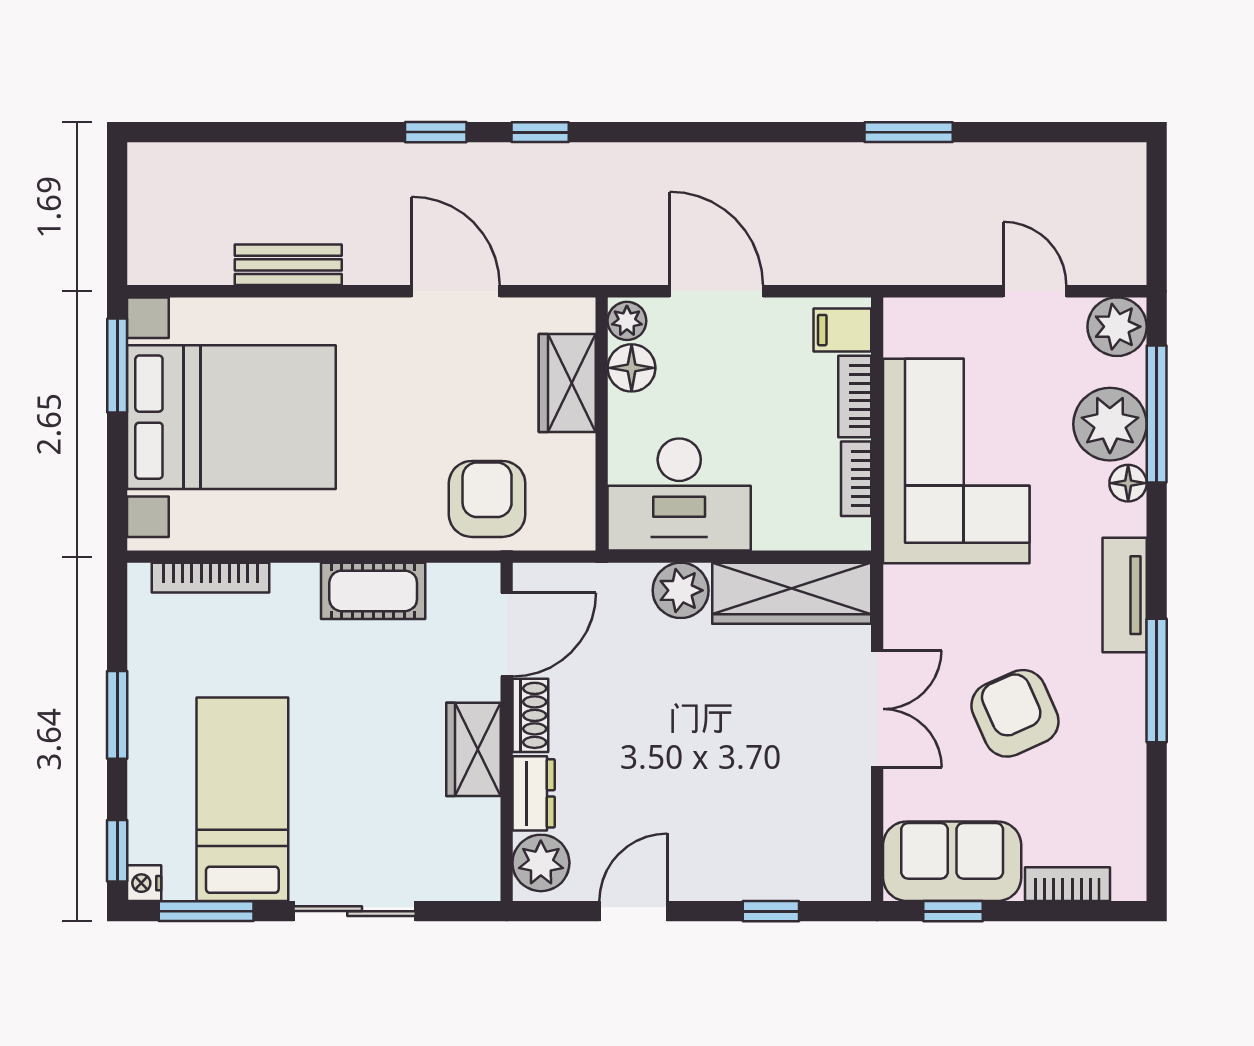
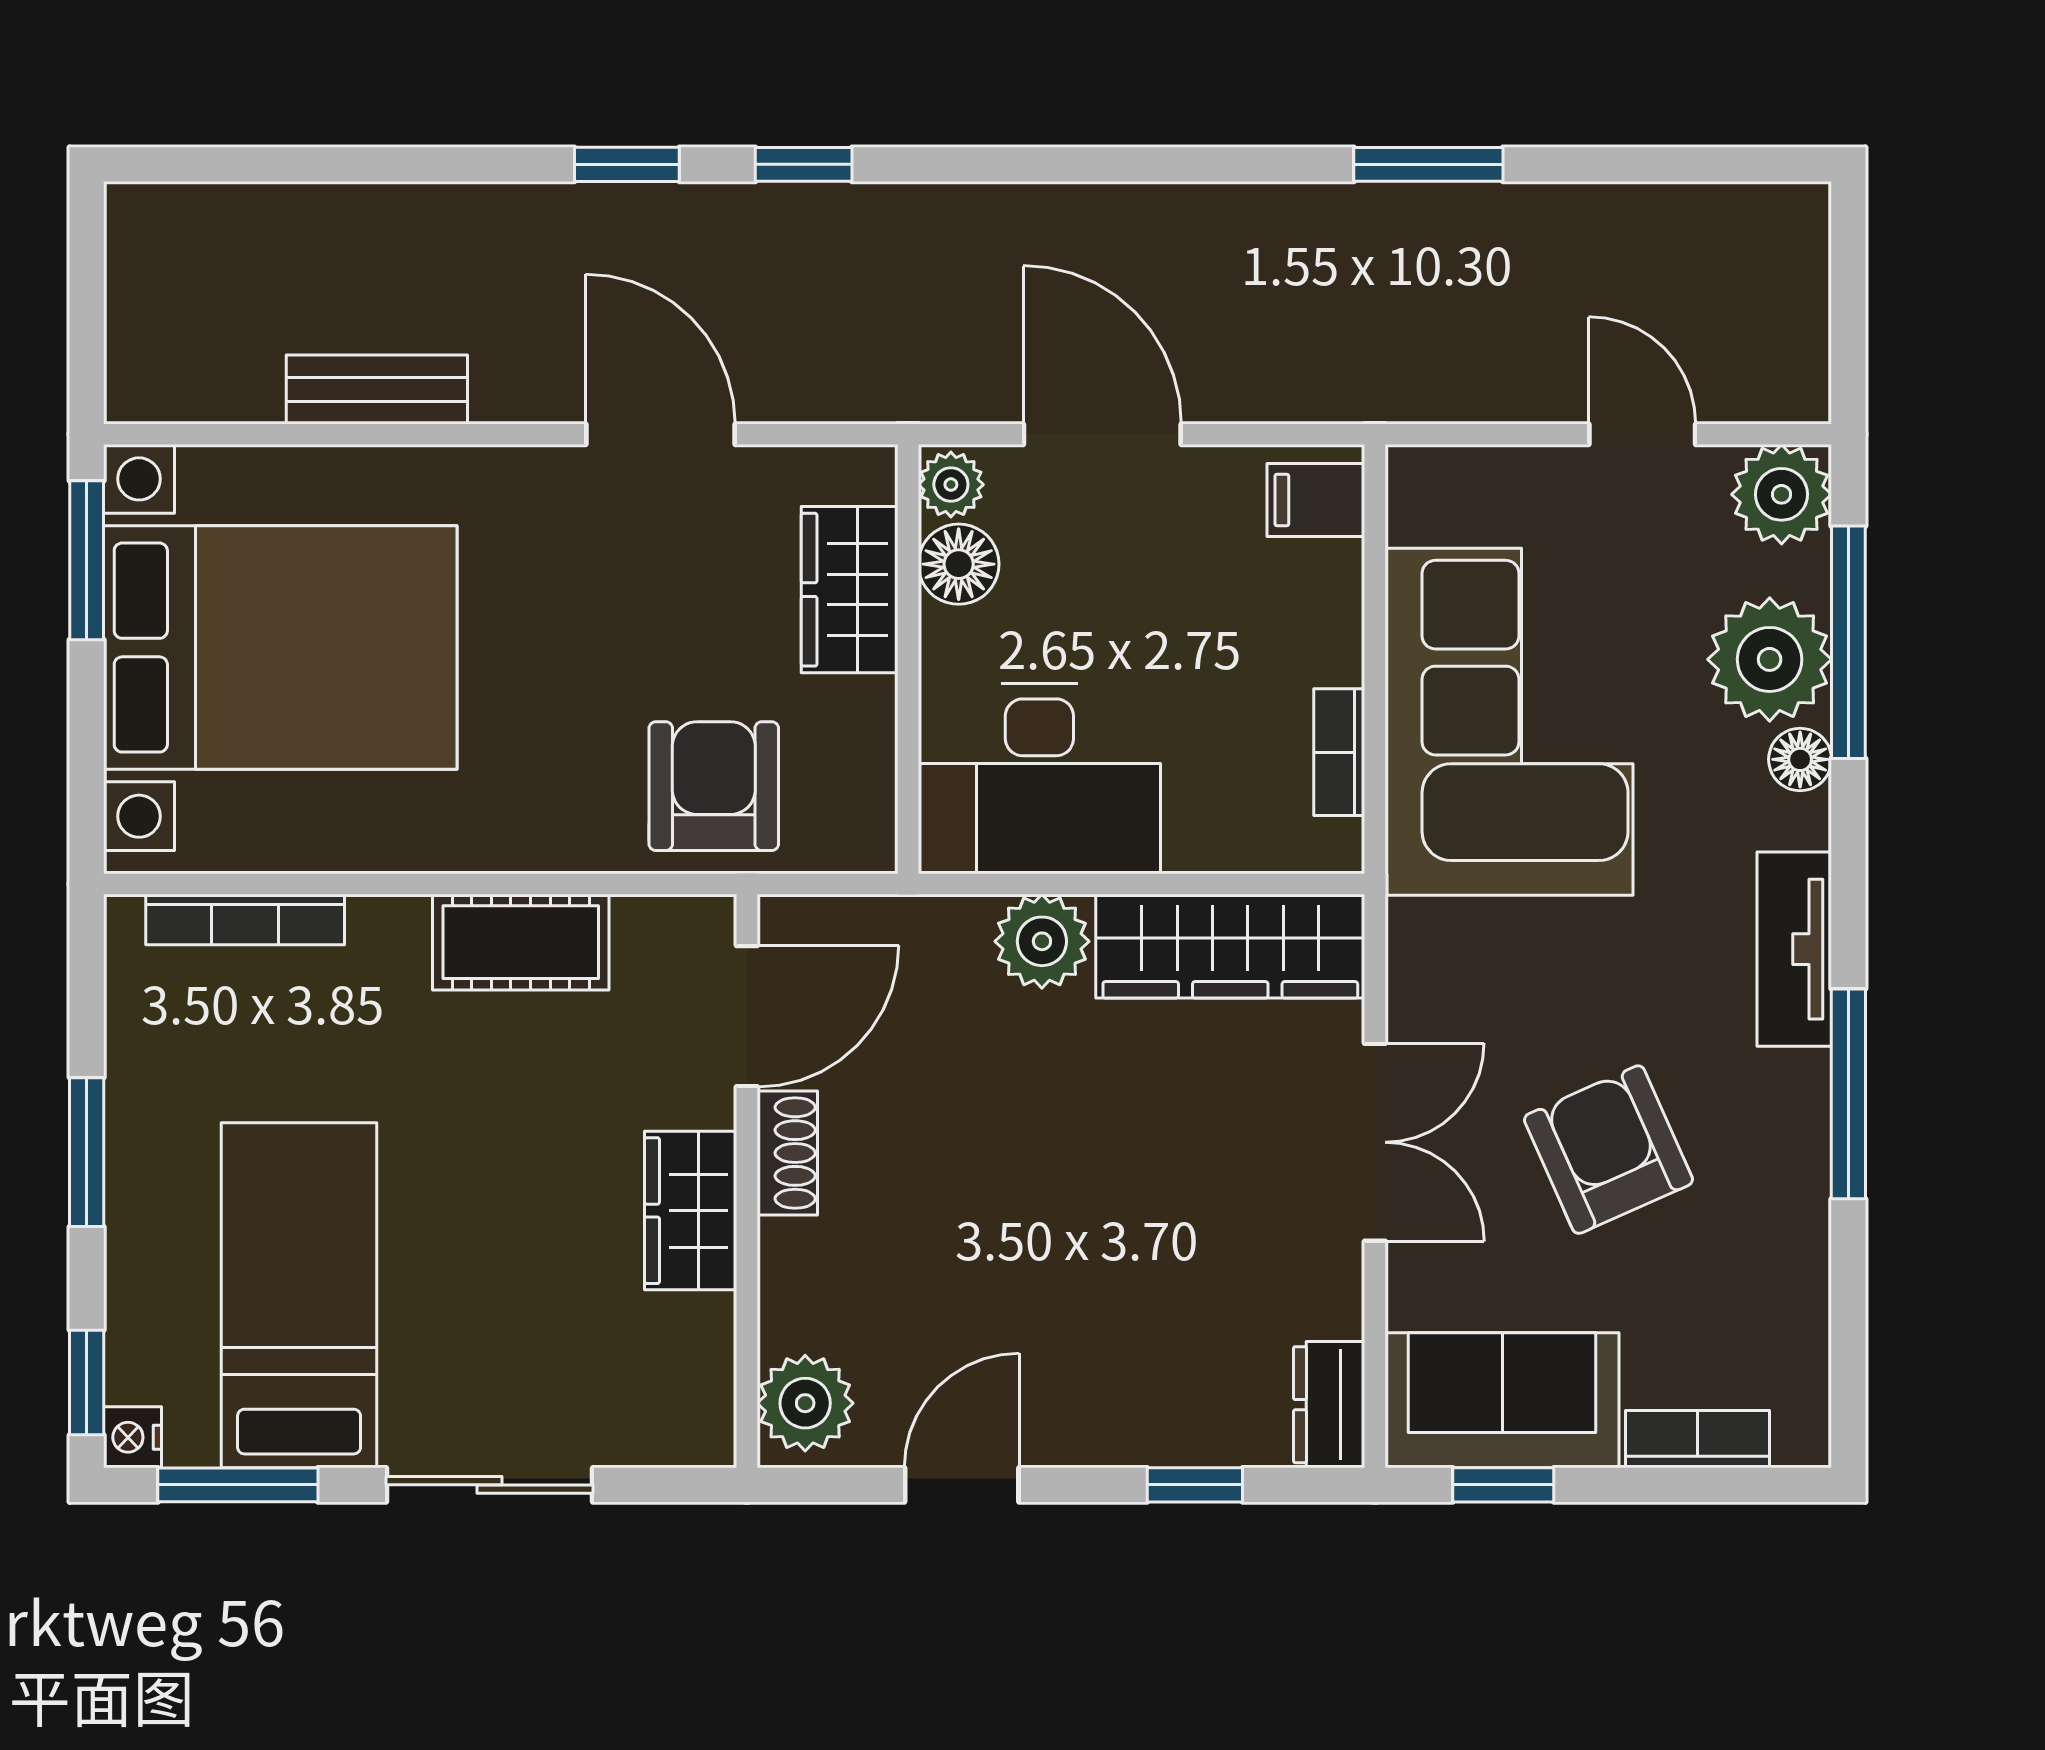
bookcase: (855, 396) -> (1337, 613), removed
dresser: (534, 793) -> (1329, 1405), moved, turned 180

